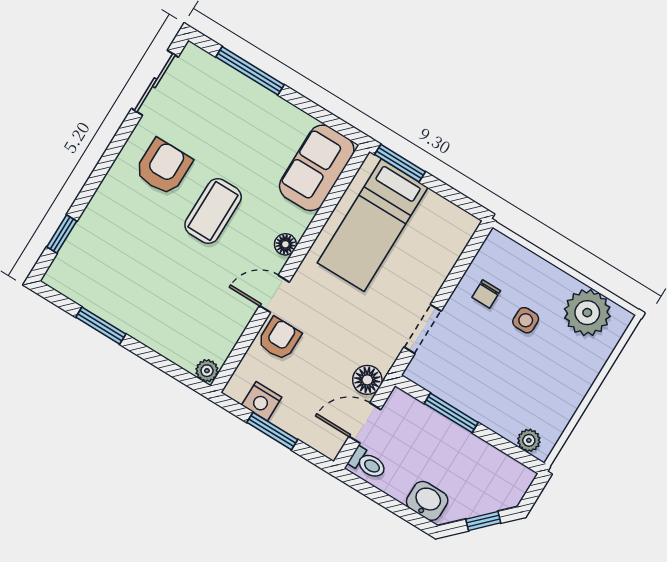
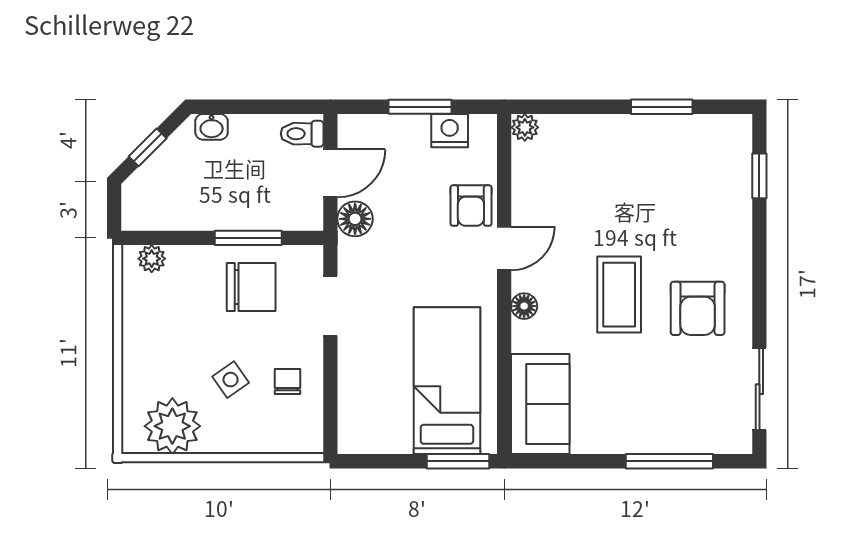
side table: (526, 320) -> (231, 380), turned -35
chair: (471, 377) -> (251, 287), added
washbasin: (427, 501) -> (212, 127), width x0.72, depth x0.69

